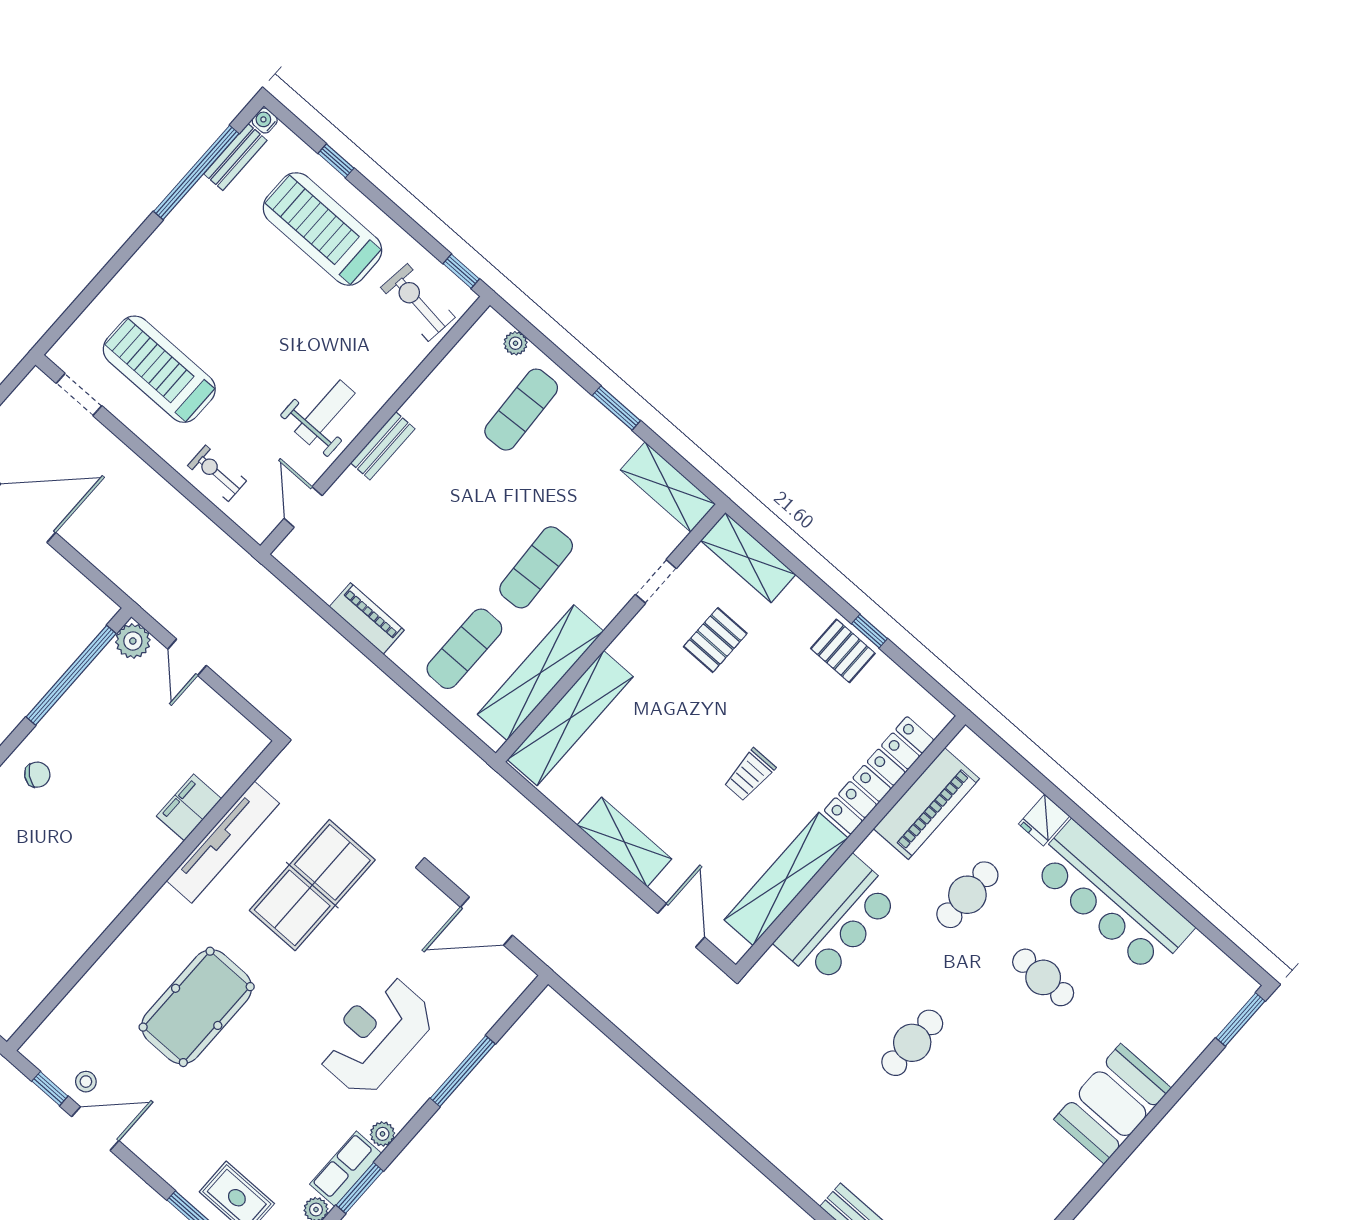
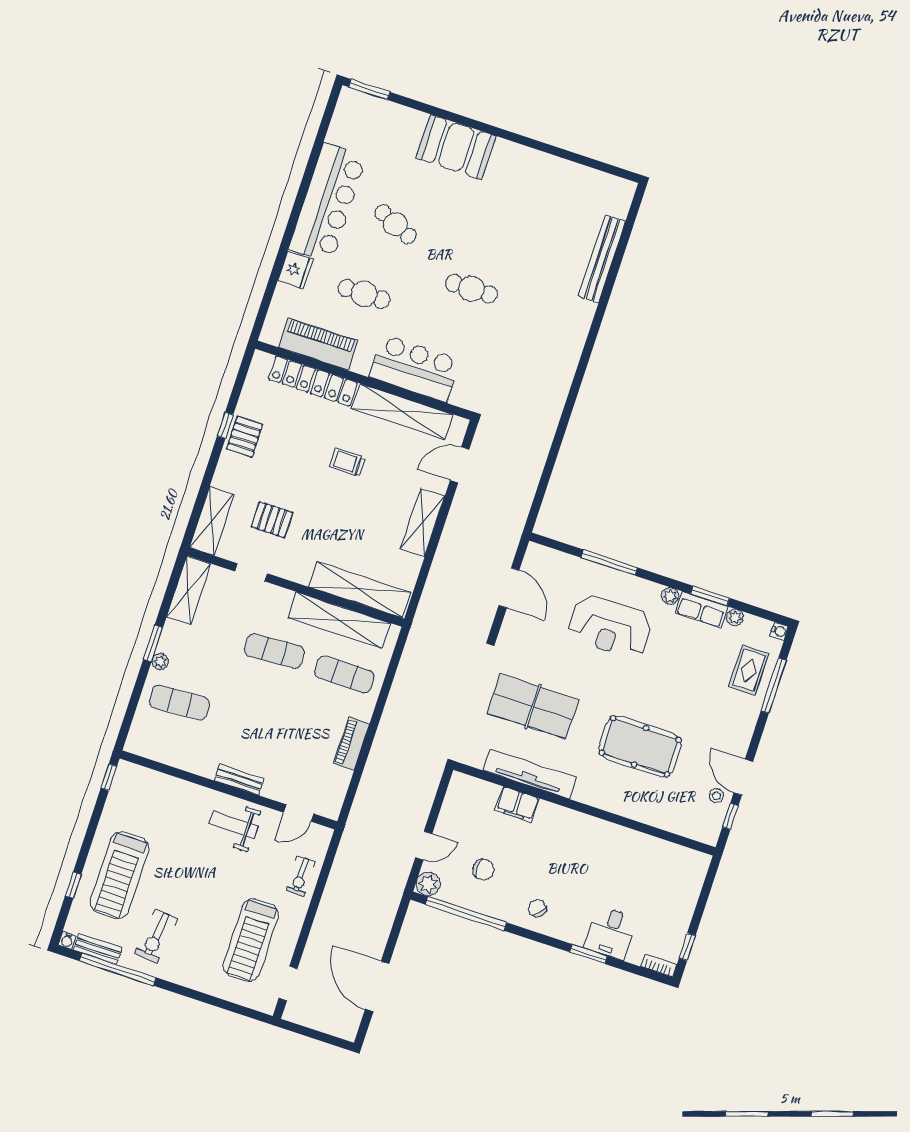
exercise bike: (418, 302) -> (156, 936), moved
plant: (516, 343) -> (160, 661), moved
chair: (120, 724) -> (483, 870), added
trolley: (750, 775) -> (347, 462), turned 180
fridge: (1044, 820) -> (295, 270), width x1.38
cafe table: (1043, 977) -> (396, 224), turned -66

